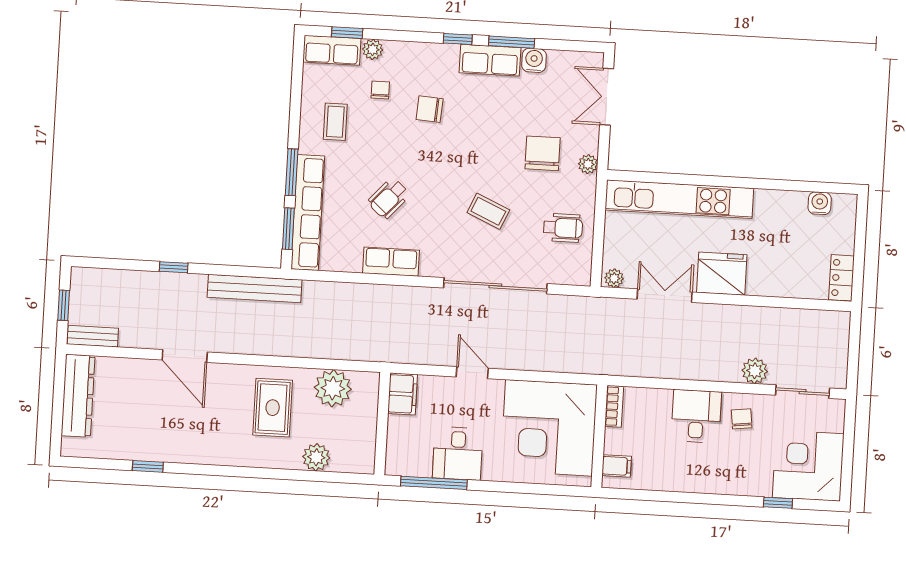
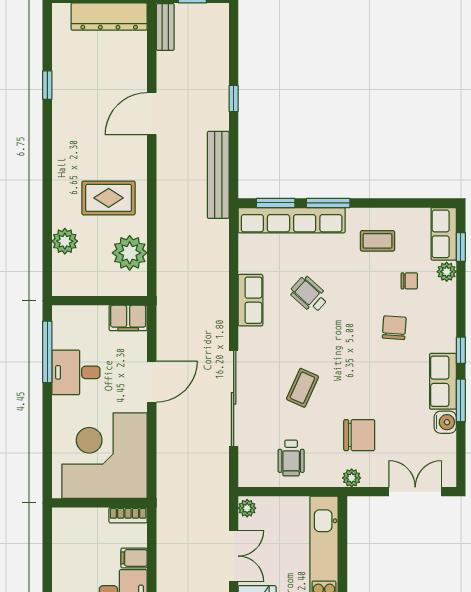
door: (472, 373) -> (152, 382), width x1.38
filing cabinet: (617, 466) -> (134, 558), moved, turned 90

